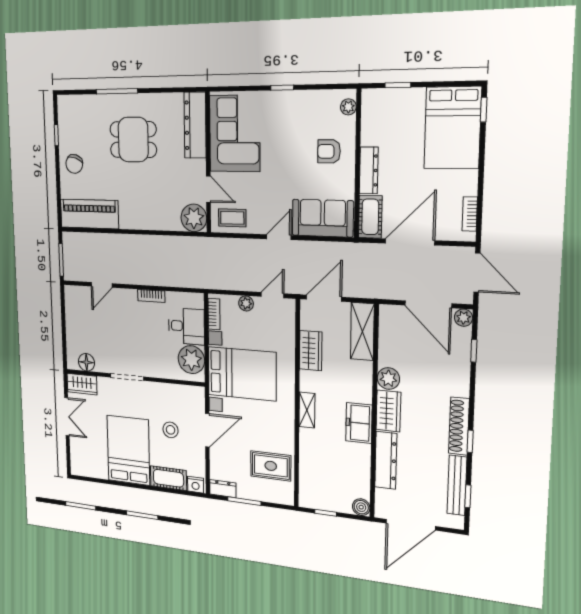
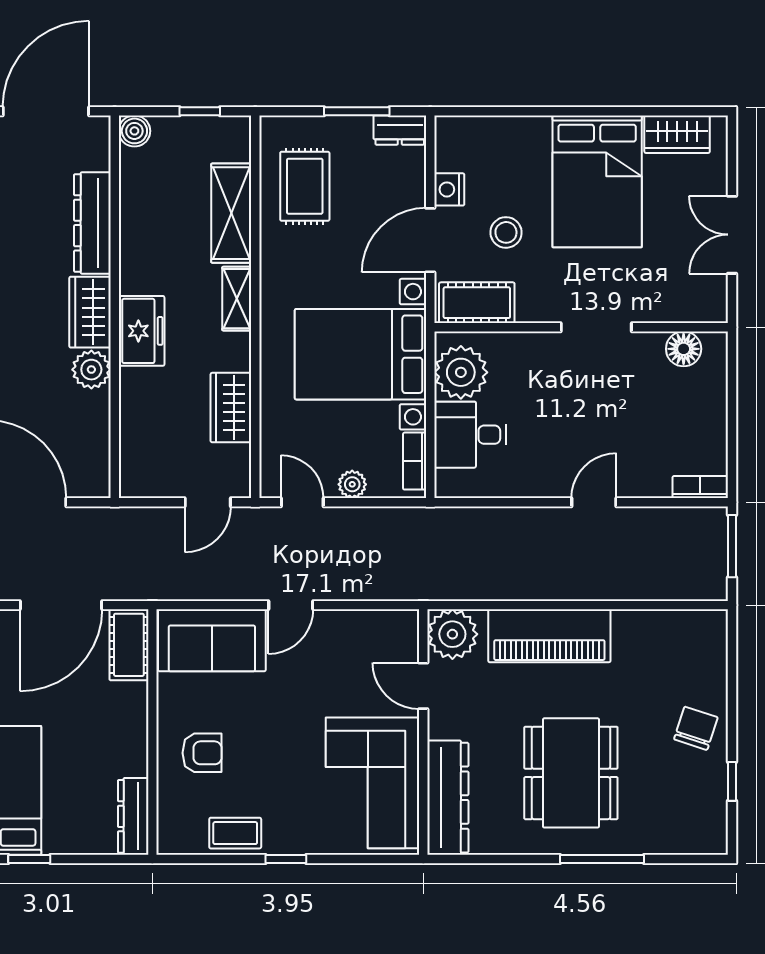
window: (398, 85) -> (29, 859), moved
plant: (348, 107) -> (170, 826), removed
dining table: (133, 140) -> (571, 773), width x1.38
dresser: (369, 170) -> (133, 816), moved
piano: (89, 214) -> (549, 636), moved
coffee table: (232, 218) -> (235, 833), moved
door: (102, 285) -> (594, 502), moved
door: (273, 295) -> (302, 502), swing flipped
bookcase: (151, 296) -> (700, 487), moved
door: (324, 298) -> (208, 502), width x0.73
shelving: (362, 331) -> (231, 213), moved
wardrobe: (82, 384) -> (677, 134), moved, turned 180
freezer: (359, 423) -> (142, 331), moved
rug: (271, 466) -> (305, 186), turned 90
cot: (168, 478) -> (477, 303), moved
nightstand: (196, 485) -> (449, 189), moved, turned -90

